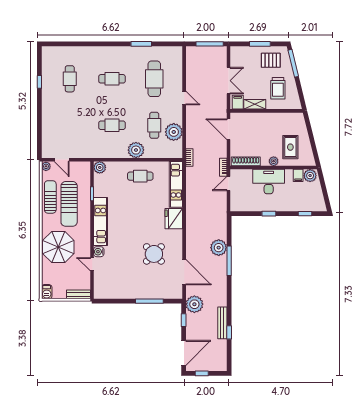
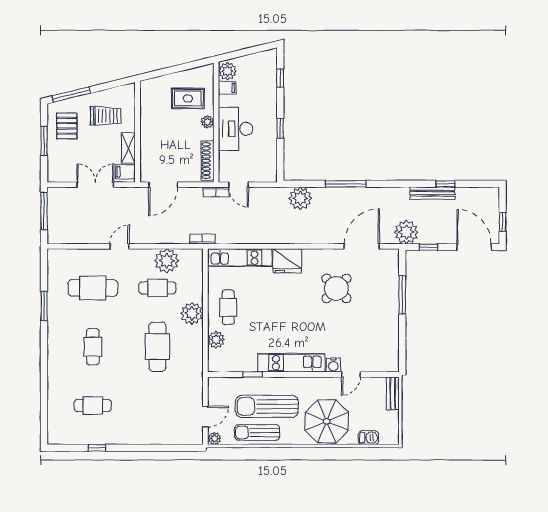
cafe table: (112, 125) -> (157, 347), width x1.37, depth x1.35
plant: (100, 167) -> (216, 340), moved
sun lounger: (69, 204) -> (267, 406), turned 180
plant: (219, 248) -> (300, 198), moved
barbecue: (47, 292) -> (368, 438), moved

